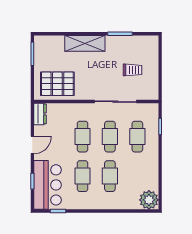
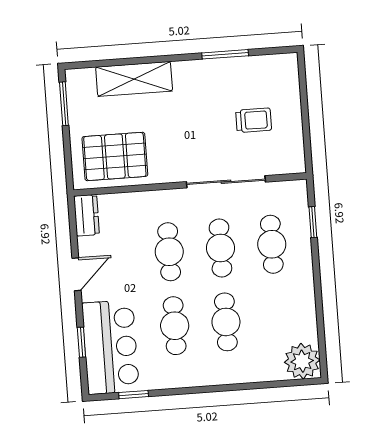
shelving: (85, 43) -> (134, 79), moved

